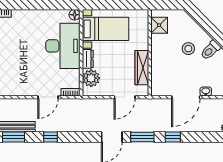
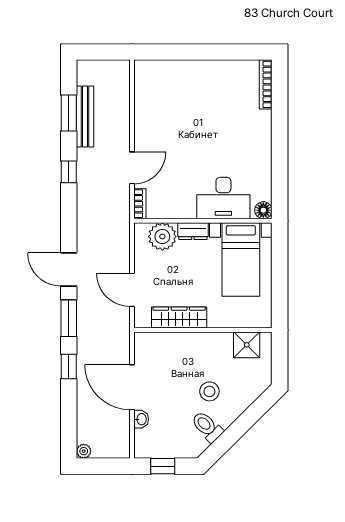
desk: (63, 46) -> (223, 198), width x0.73, depth x0.77
door: (48, 97) -> (132, 168), swing flipped

